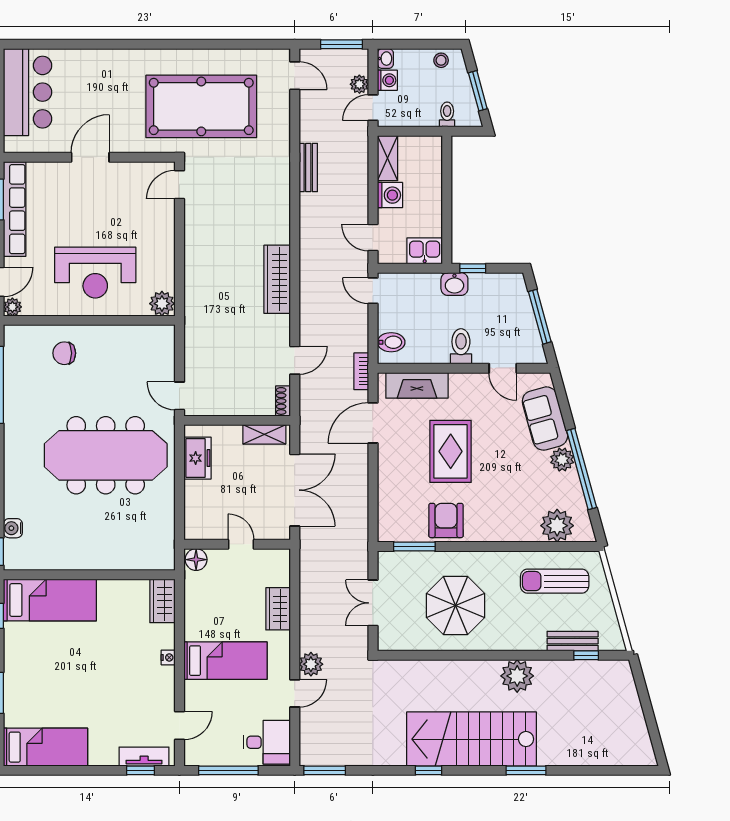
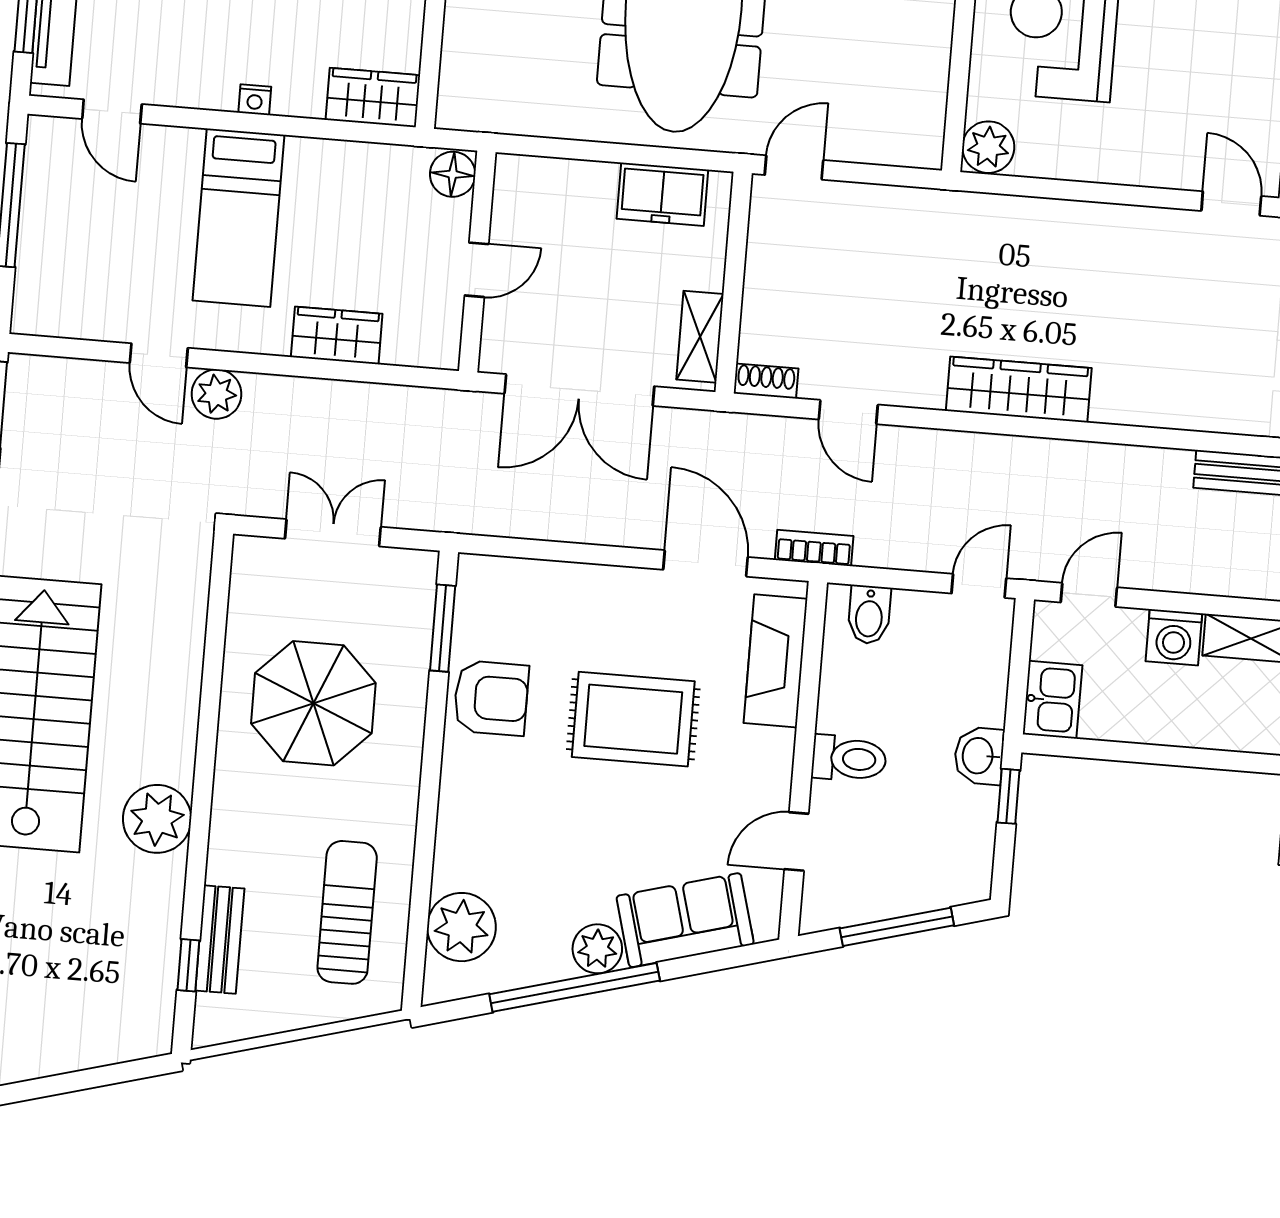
desk: (267, 742) -> (63, 289), removed

